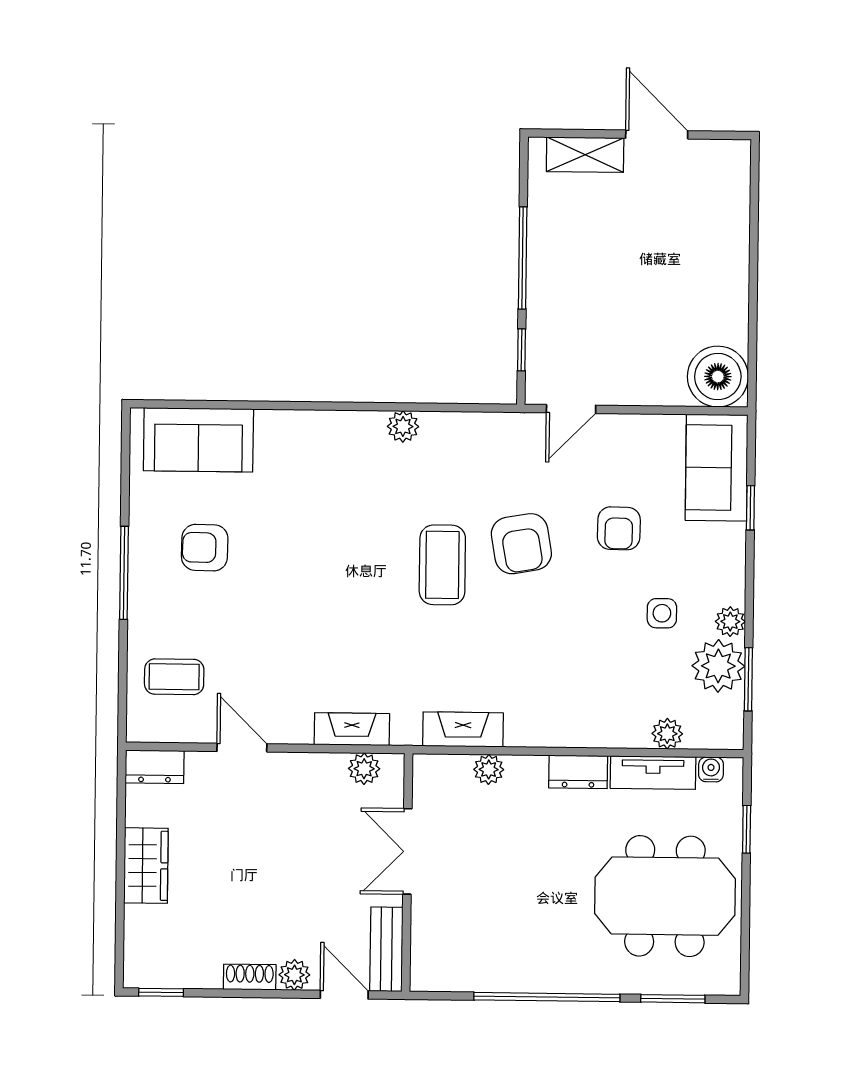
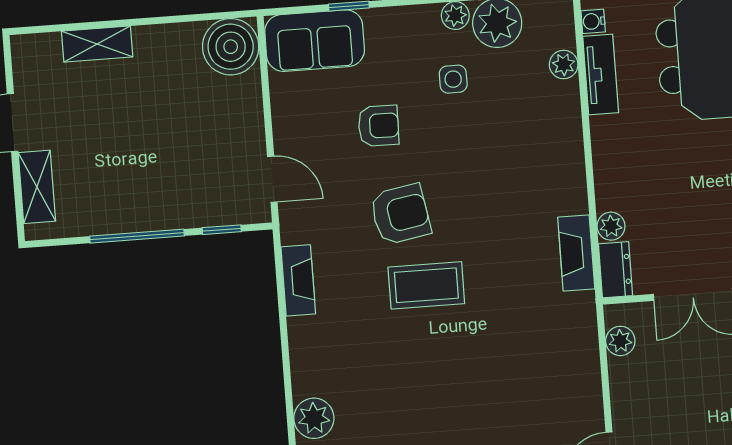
shelving: (733, 233) -> (97, 44), added
plant: (403, 426) -> (314, 418), moved, width x1.38, depth x1.38
fireplace: (352, 729) -> (298, 280), moved, turned 180
dresser: (578, 772) -> (616, 270), moved

